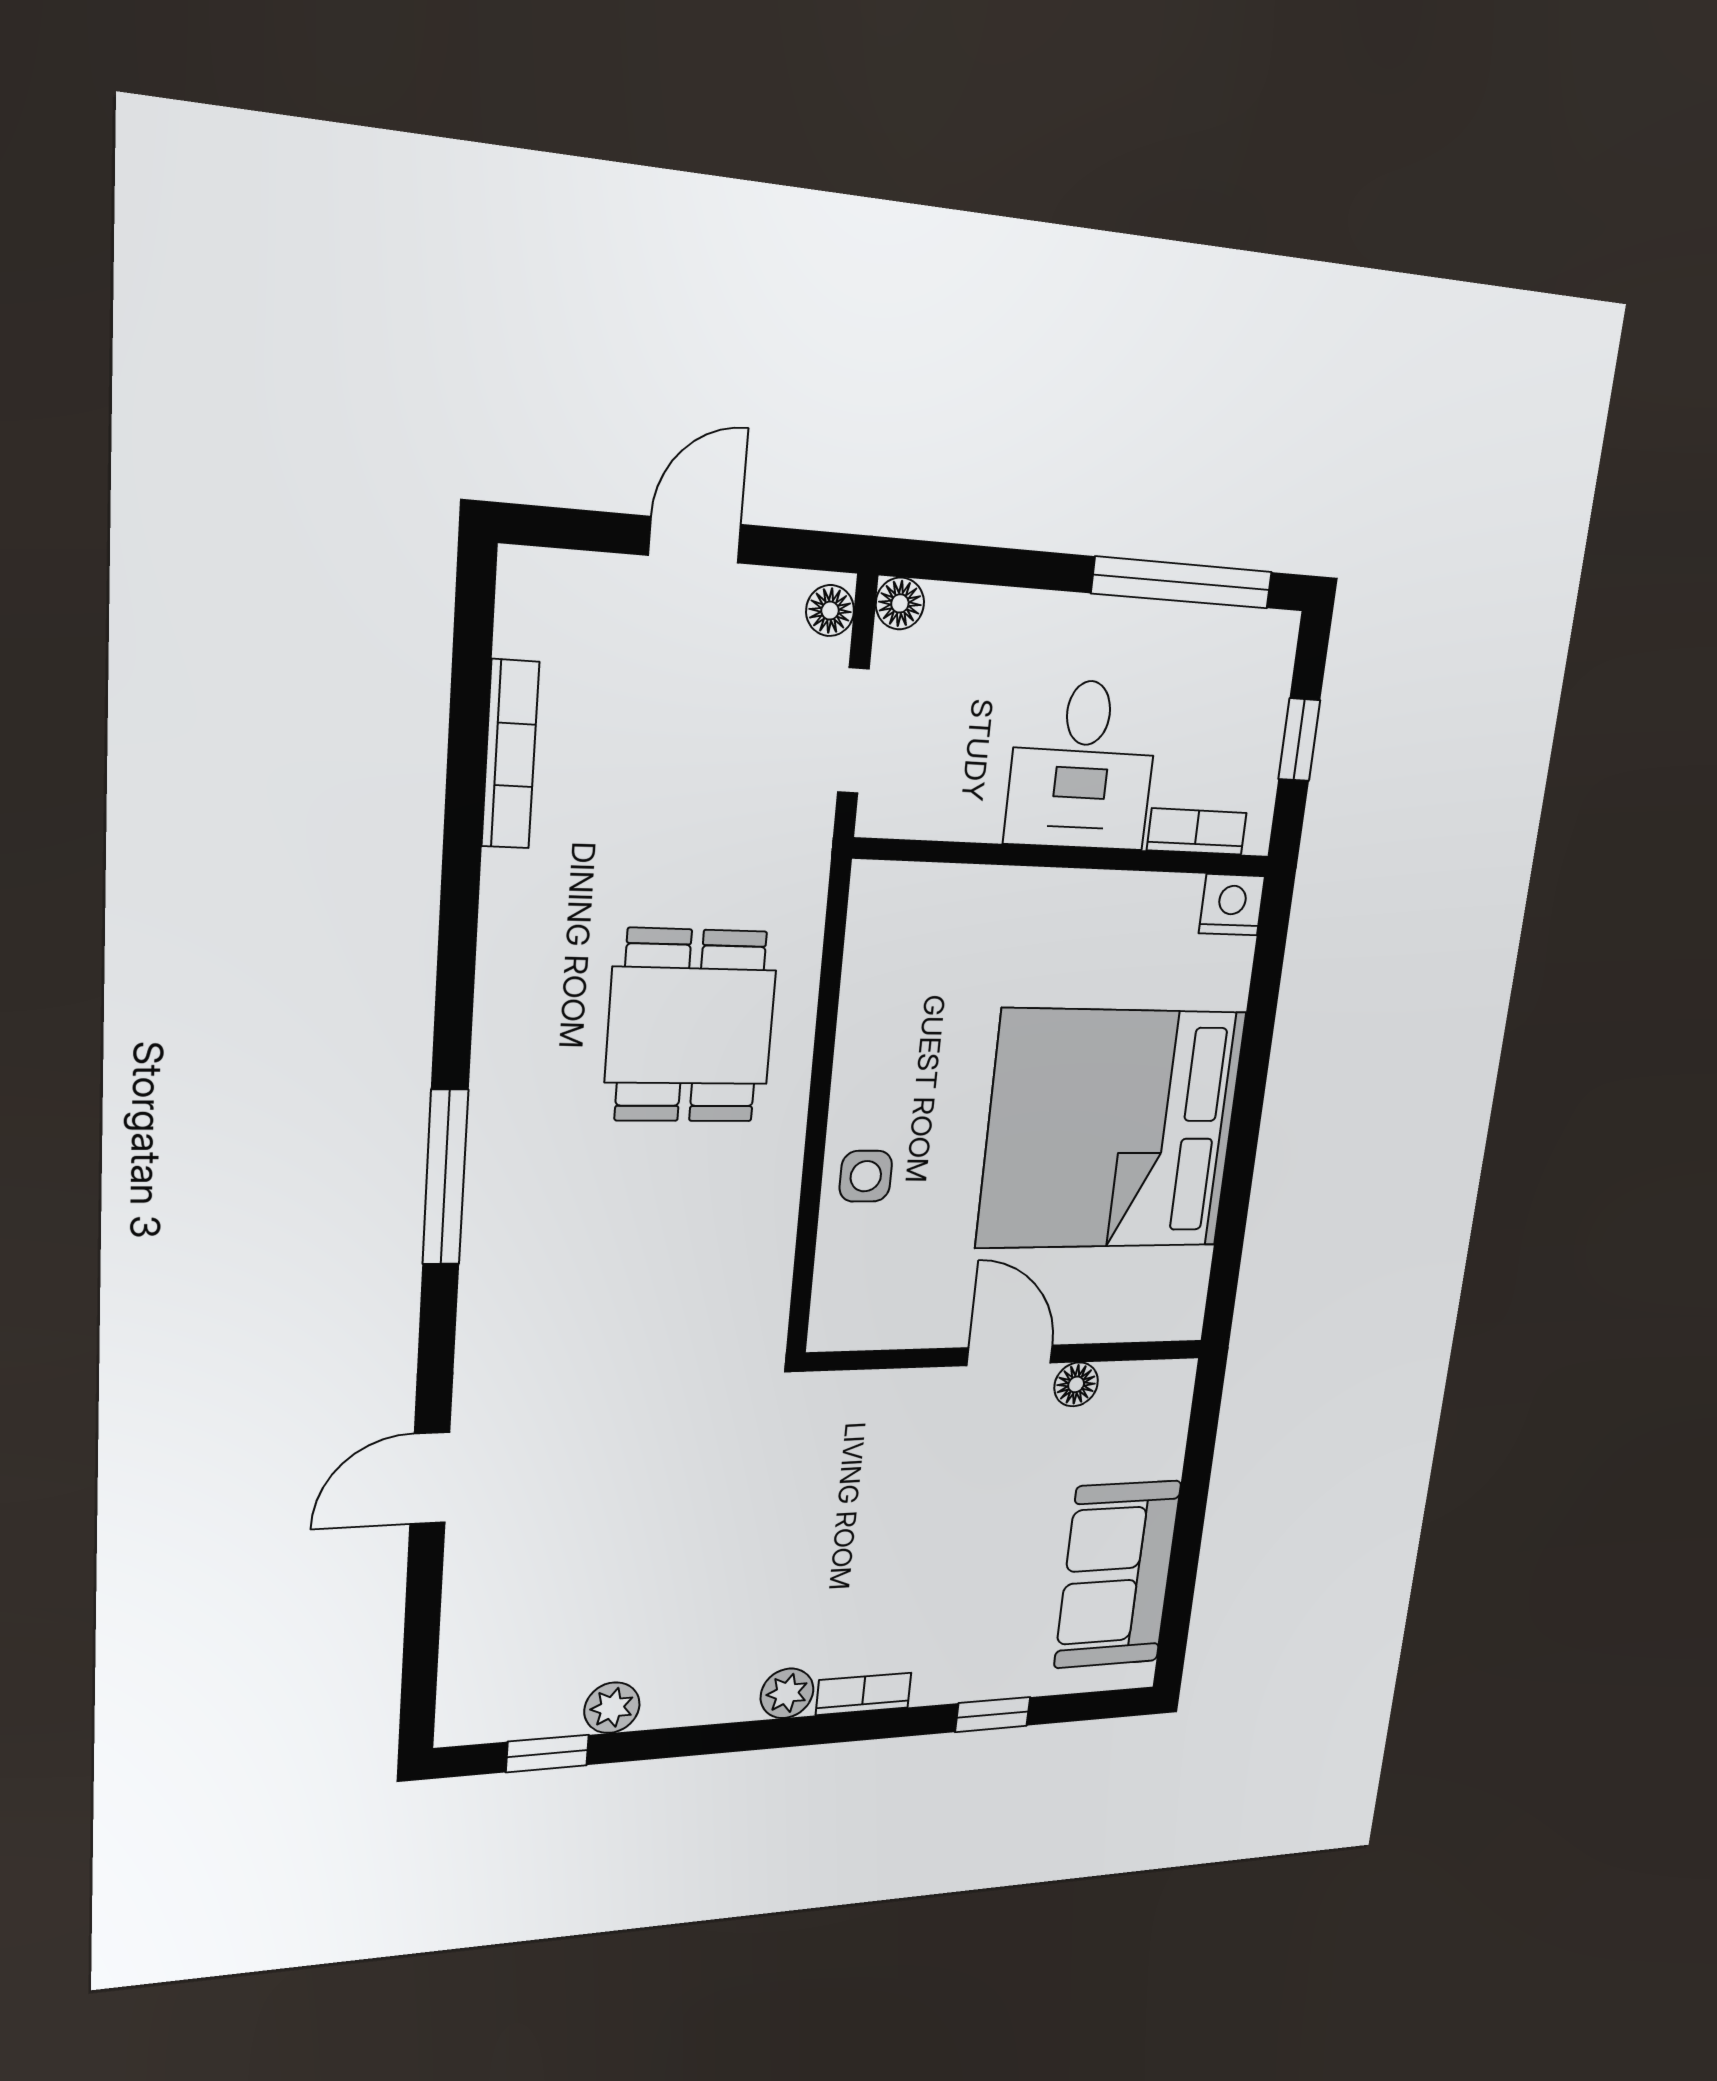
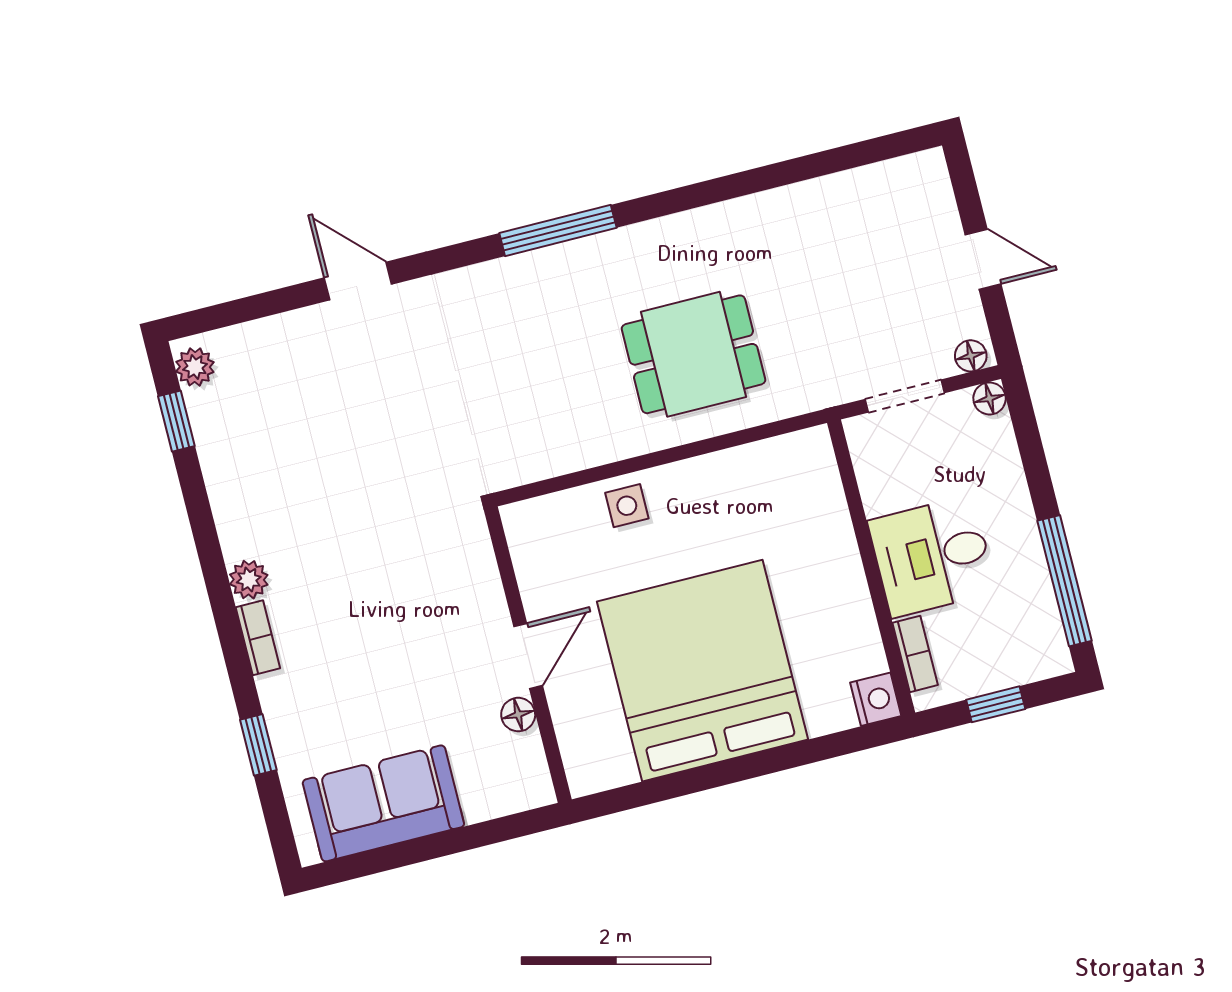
bookcase: (510, 754) -> (825, 190), removed
plant: (612, 1708) -> (195, 367), moved

